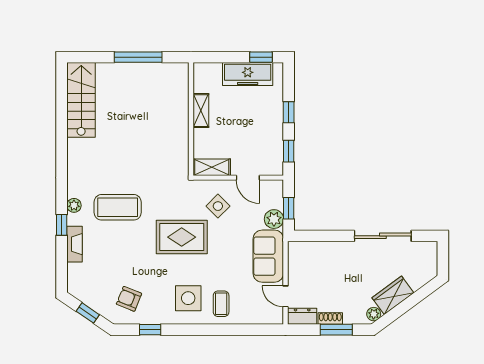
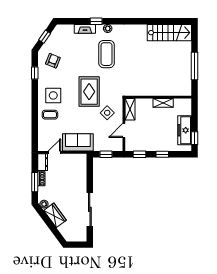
plant: (274, 219) -> (100, 146), removed

